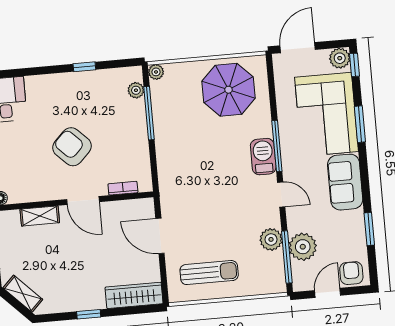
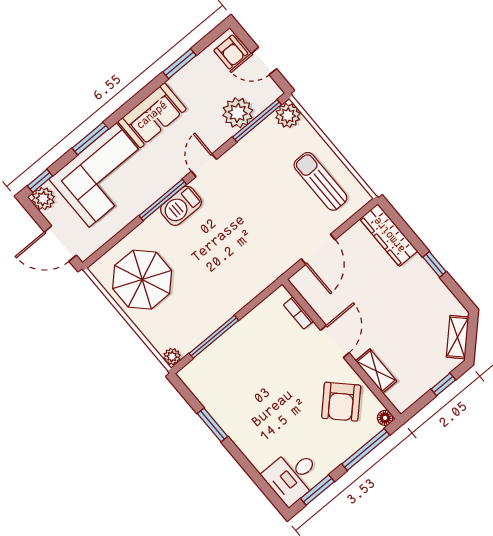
window: (84, 67) -> (213, 425), width x1.50
plant: (136, 90) -> (201, 363), removed
armchair: (72, 147) -> (341, 402), moved
plant: (271, 239) -> (288, 115), moved
armchair: (351, 273) -> (231, 52), turned -90

